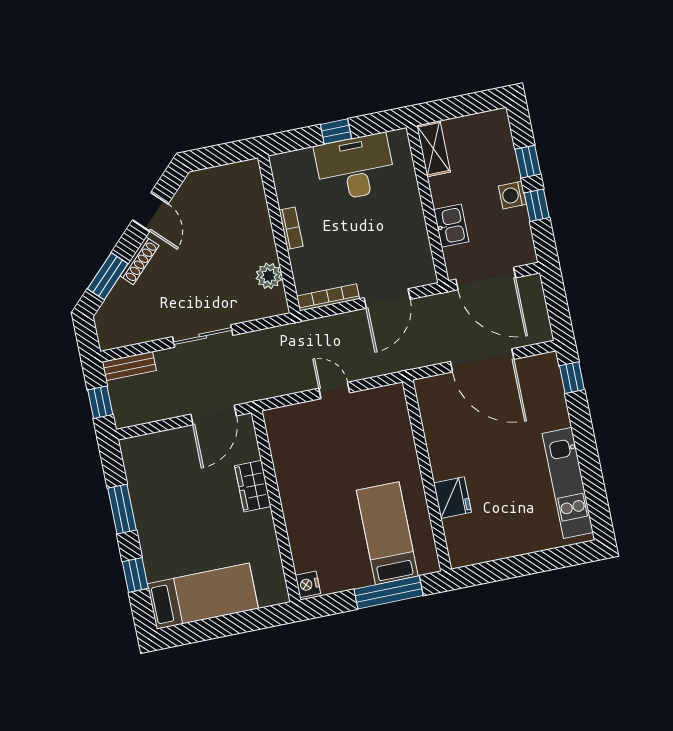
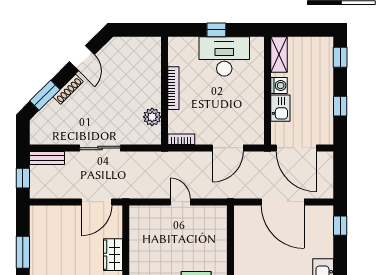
window: (528, 162) -> (340, 57), moved
washing machine: (512, 195) -> (279, 86), moved, turned 180
bookcase: (291, 228) -> (173, 88), width x1.56
bookcase: (328, 297) -> (181, 139), width x0.64

